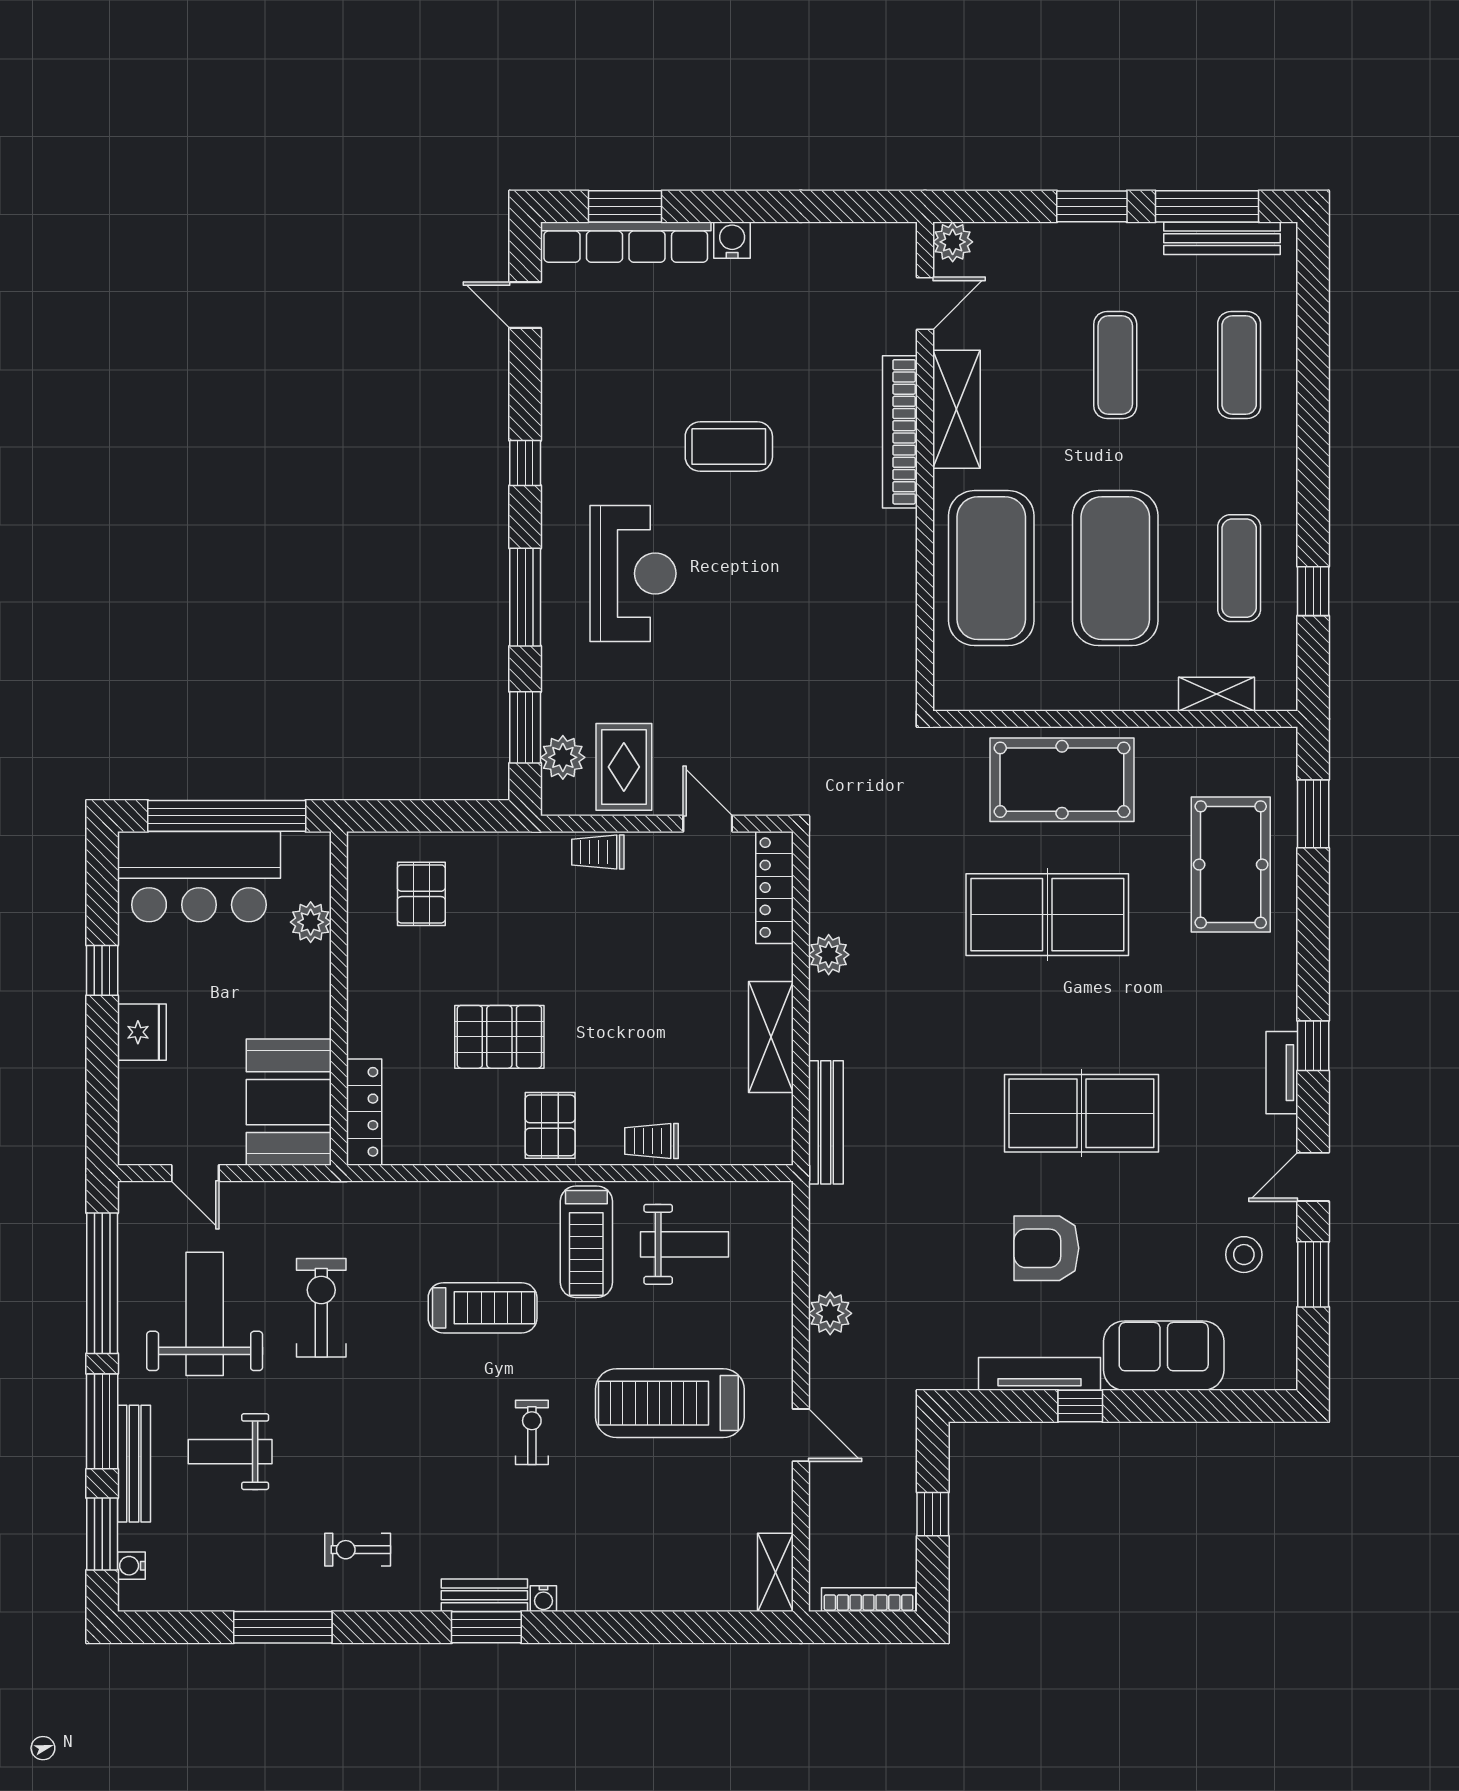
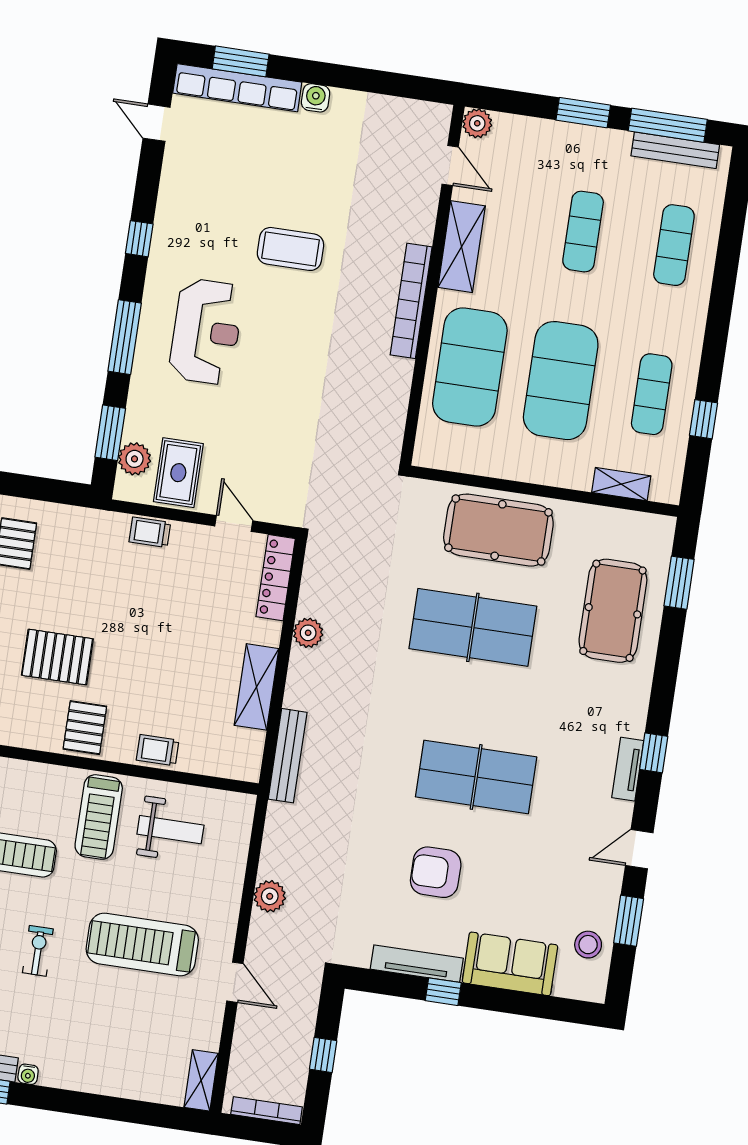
door: (925, 304) -> (450, 166), hinge flipped
bookcase: (900, 432) -> (411, 301), moved
stool: (1244, 1255) -> (588, 945), moved

